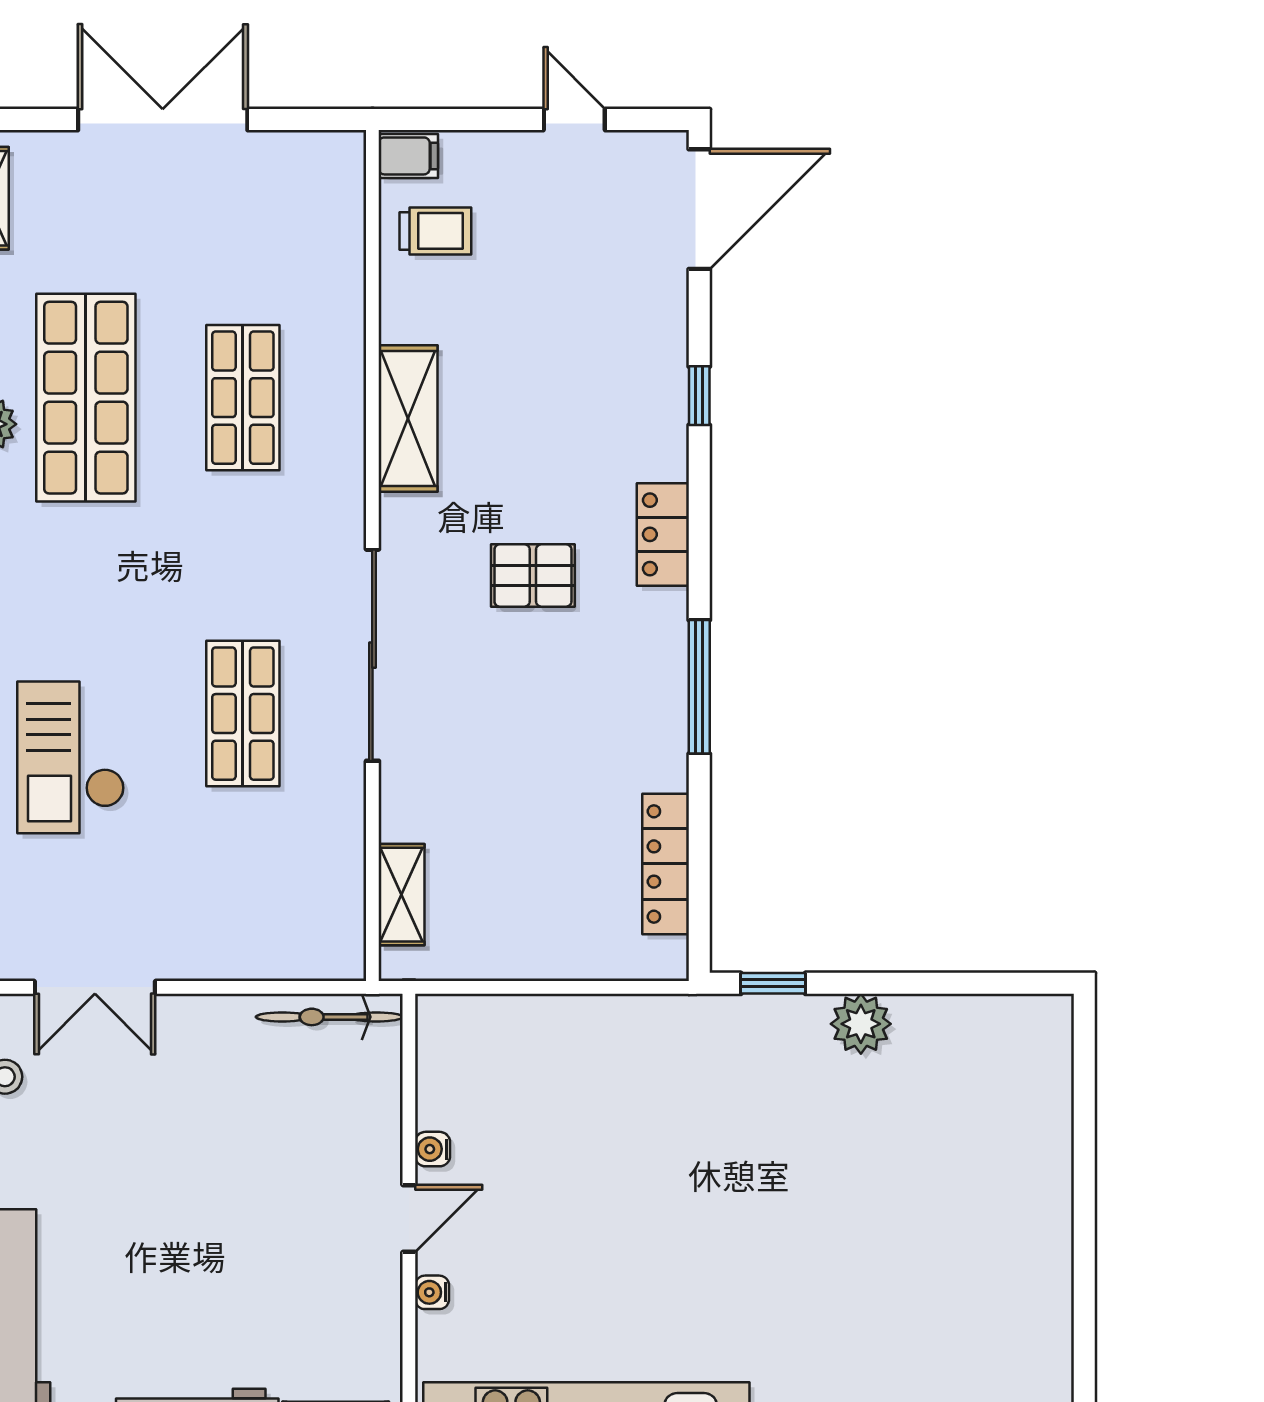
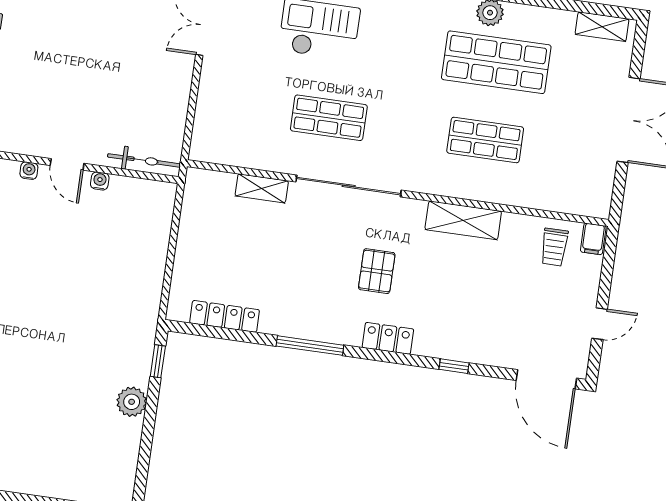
shelving: (402, 895) -> (262, 188), moved
bicycle: (329, 1017) -> (144, 160), moved, turned 90

